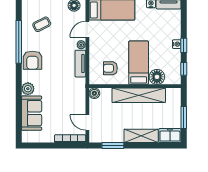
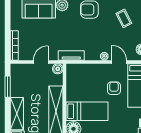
tv unit: (80, 64) -> (71, 55), moved
armchair: (110, 68) -> (114, 88), moved
door: (87, 122) -> (41, 62), moved

